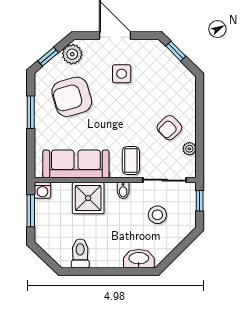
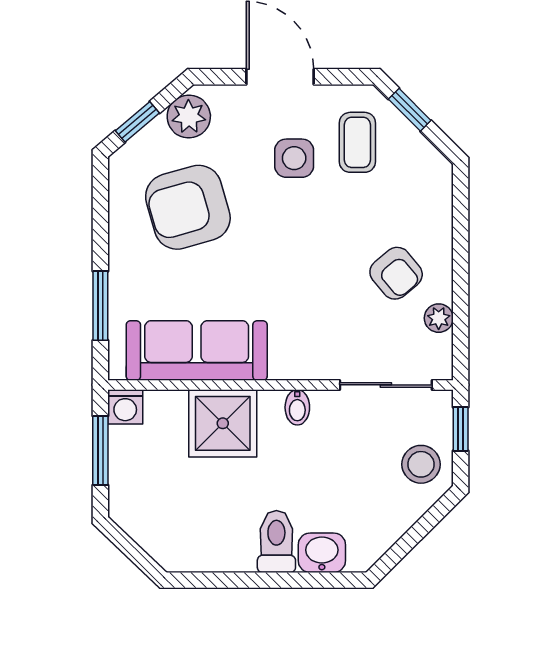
window: (31, 112) -> (100, 306), moved
armchair: (169, 128) -> (396, 273), turned -86
coffee table: (131, 161) -> (357, 142), moved
stool: (157, 215) -> (421, 464), moved
toilet: (80, 253) -> (276, 541), moved
washbasin: (139, 259) -> (322, 553), width x0.72

